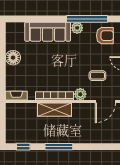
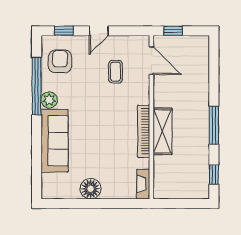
plant: (80, 94) -> (141, 96), removed

